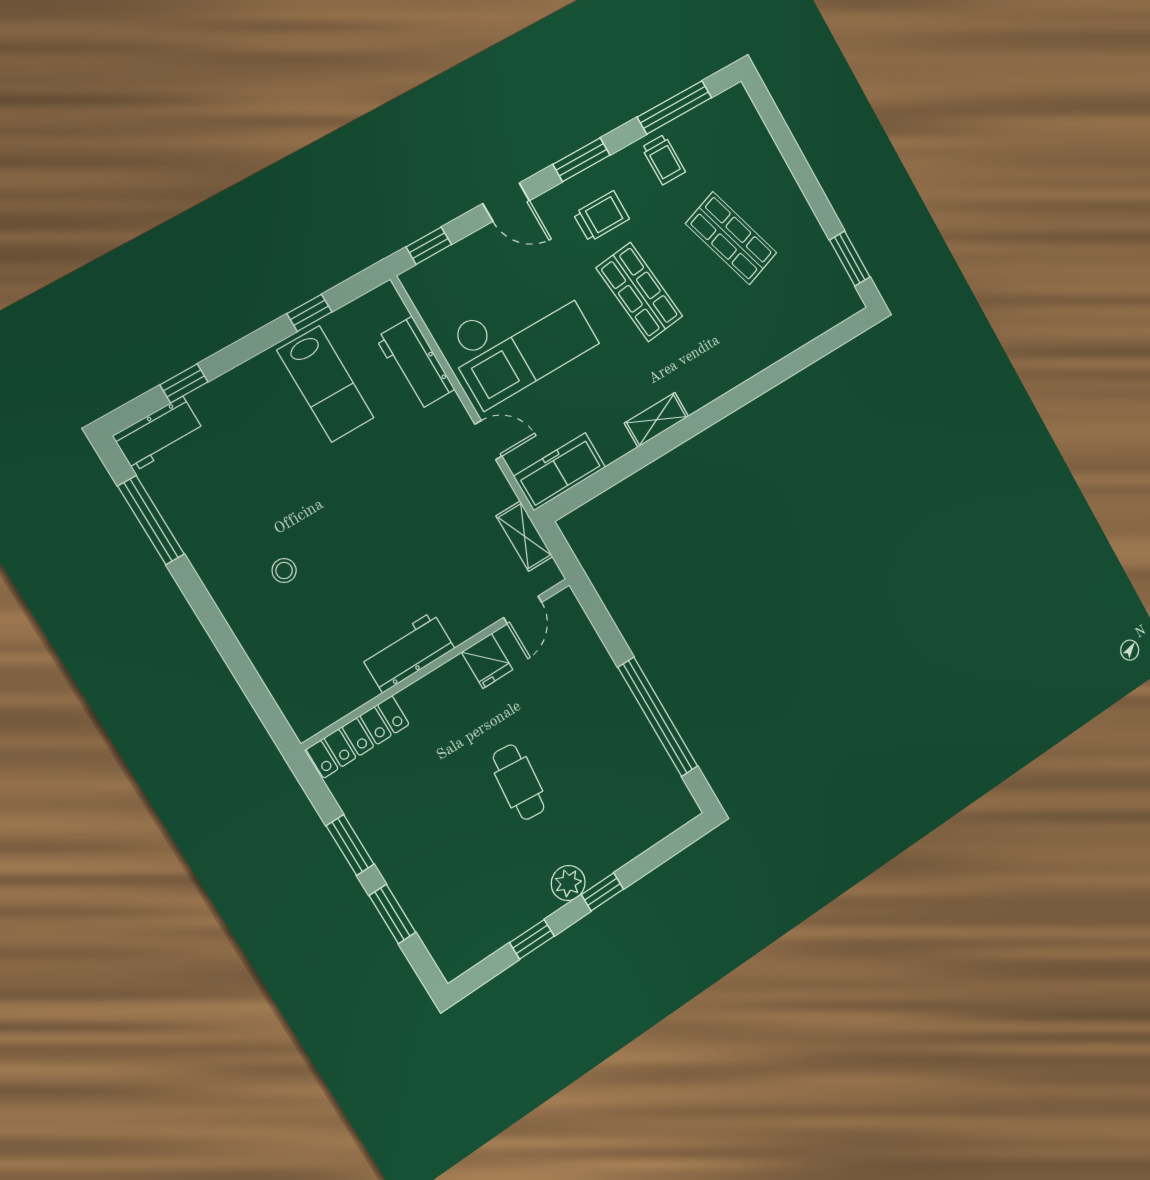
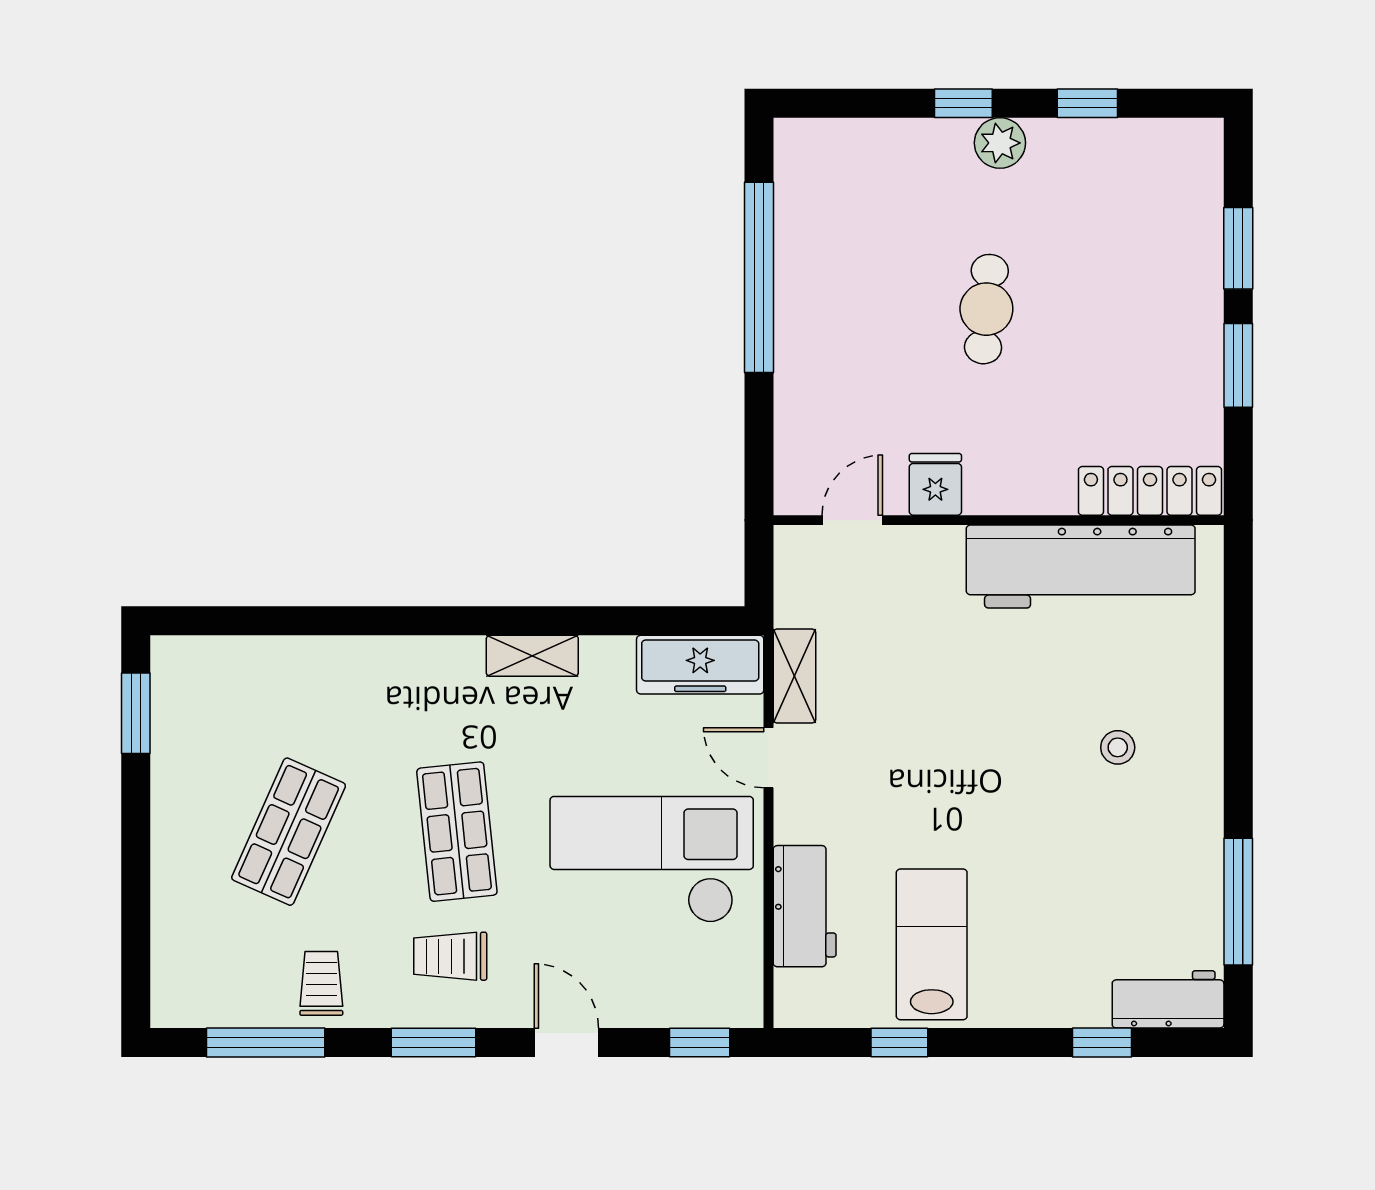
shop shelf: (731, 238) -> (289, 832), turned 42
shelving: (524, 536) -> (794, 676), moved
workbench: (408, 652) -> (1081, 567), width x1.88, depth x1.32

